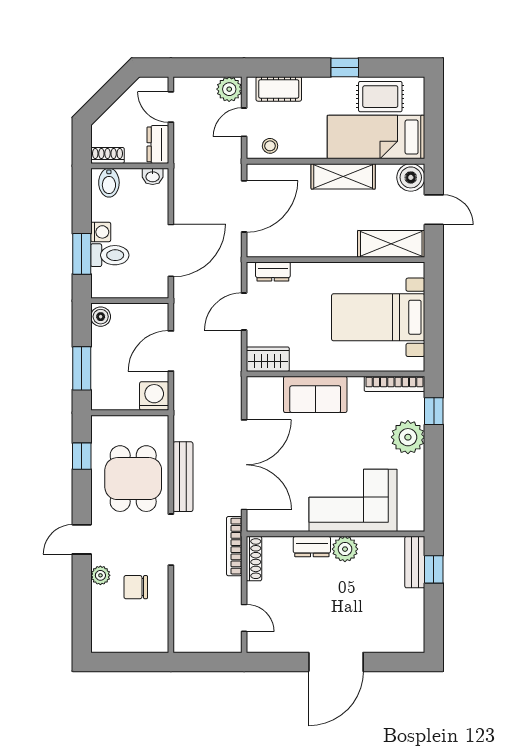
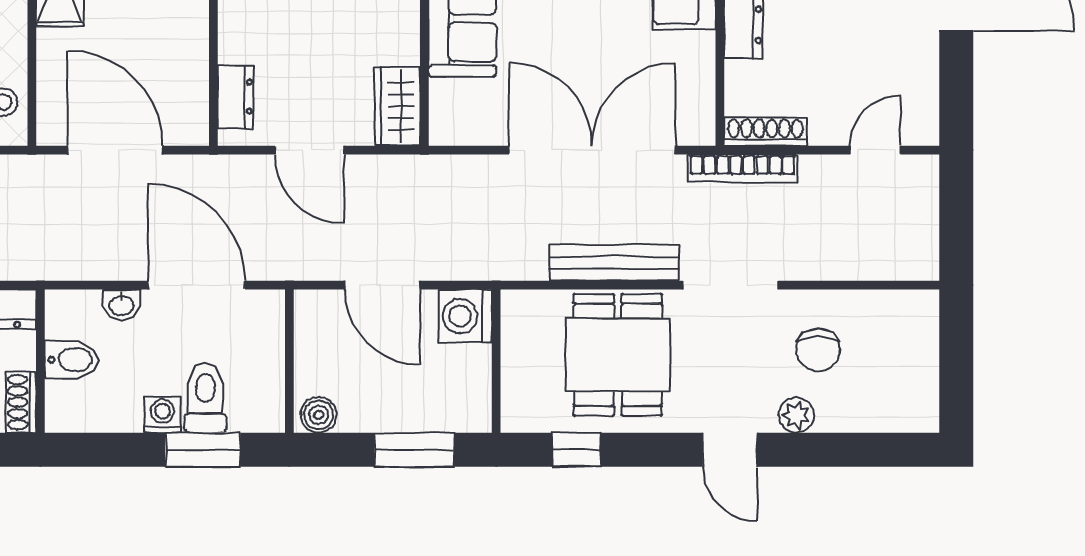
washbasin: (153, 176) -> (122, 305), moved, turned 90
bidet: (109, 183) -> (71, 360), moved
dining table: (133, 479) -> (618, 355), turned 90

